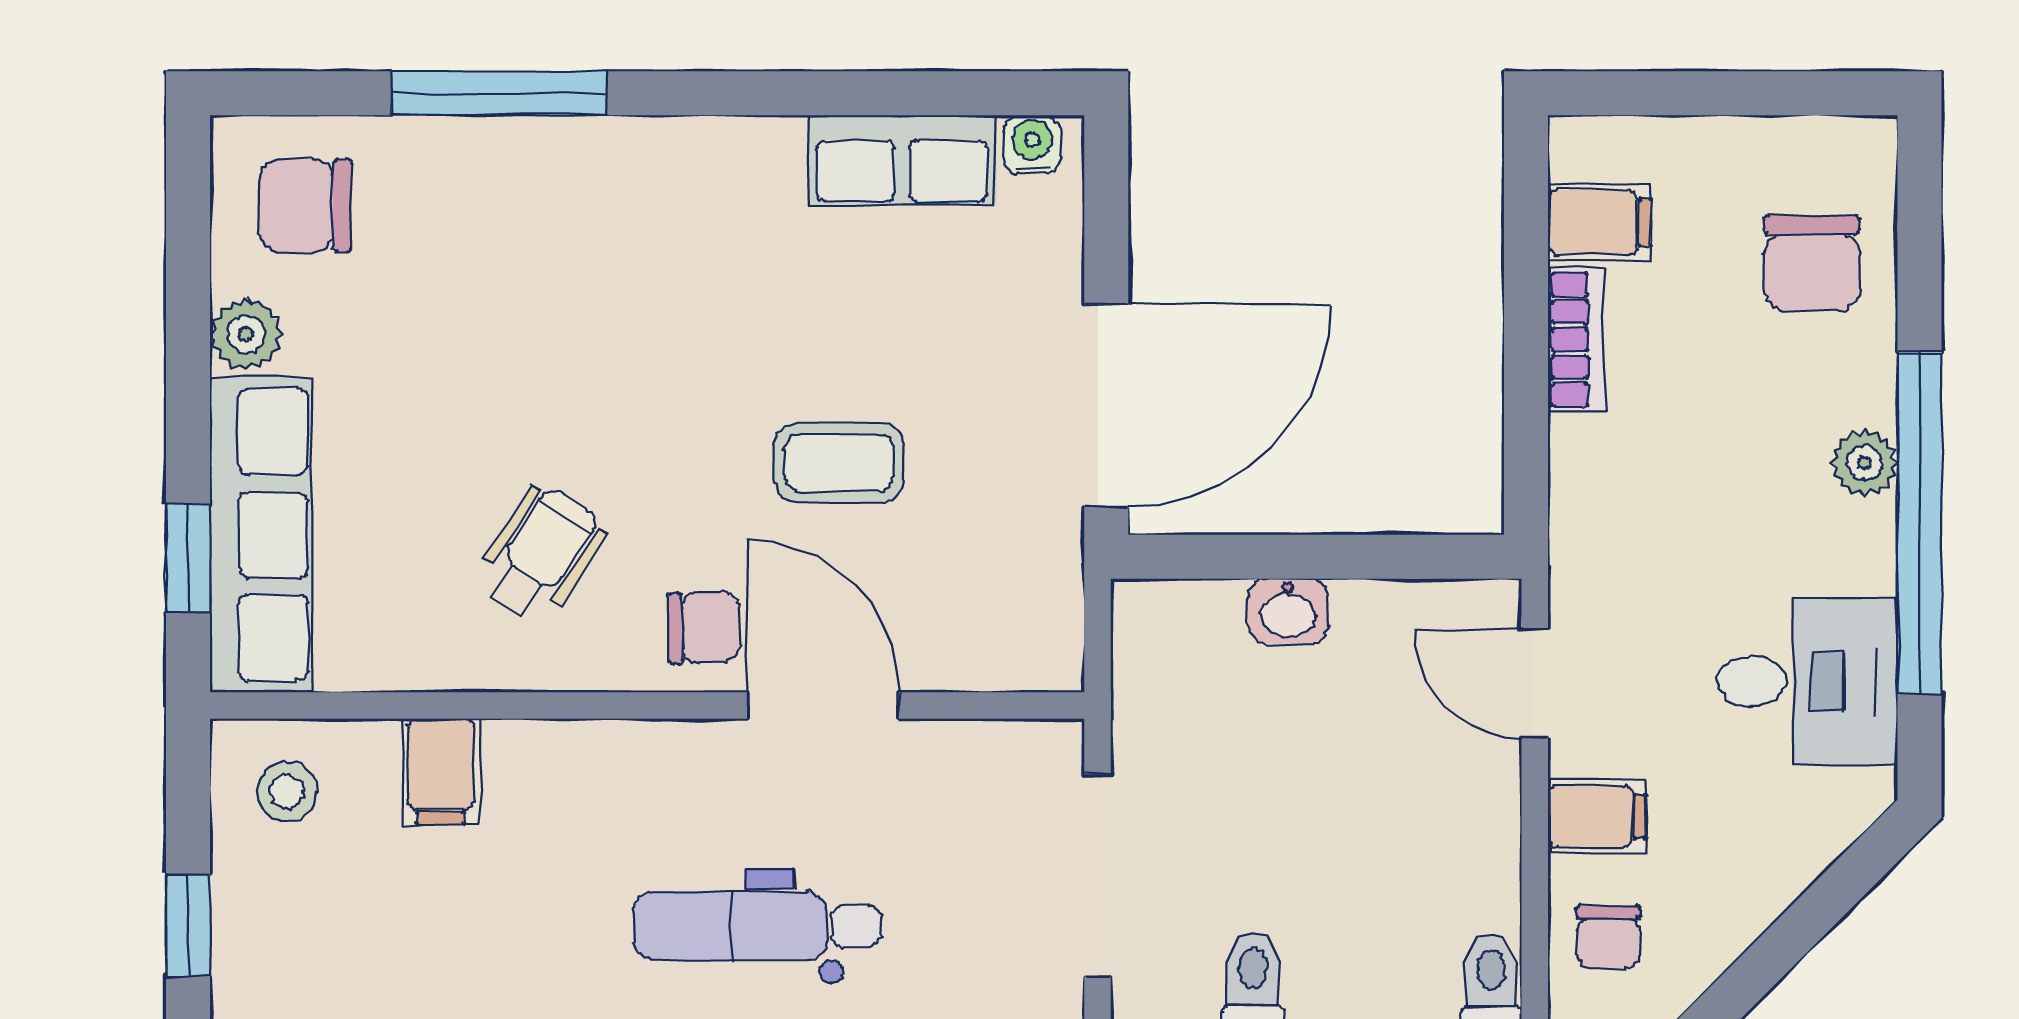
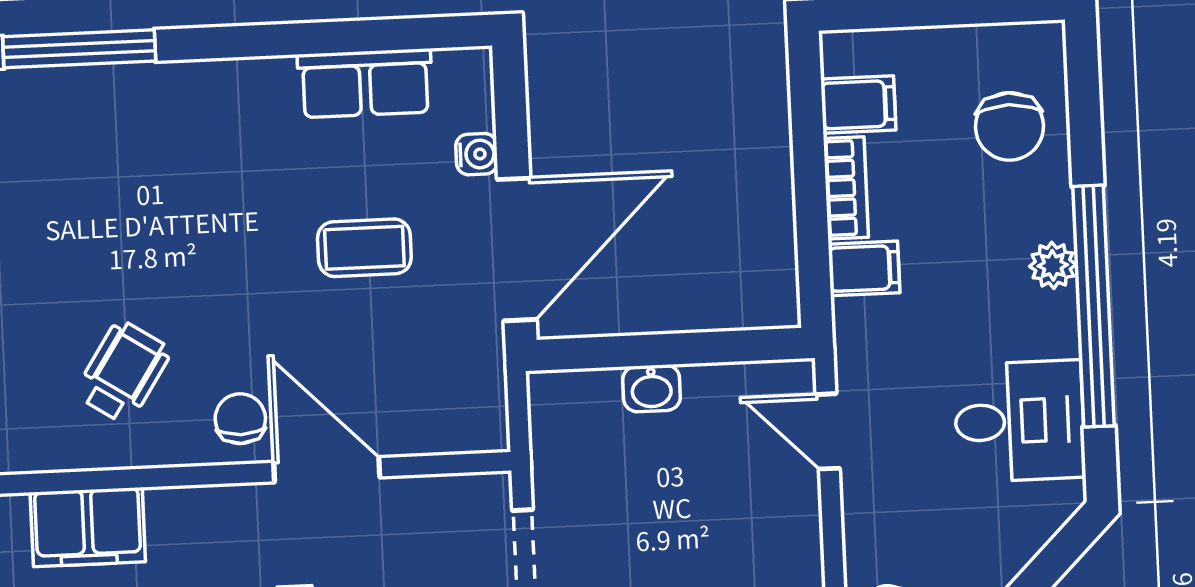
water cooler: (1032, 144) -> (477, 154), moved, turned 90
coffee table: (839, 463) -> (364, 248), moved
chair: (704, 628) -> (240, 419), turned -88
filing cabinet: (441, 772) -> (88, 527), width x2.00
filing cabinet: (1597, 816) -> (864, 268), moved

